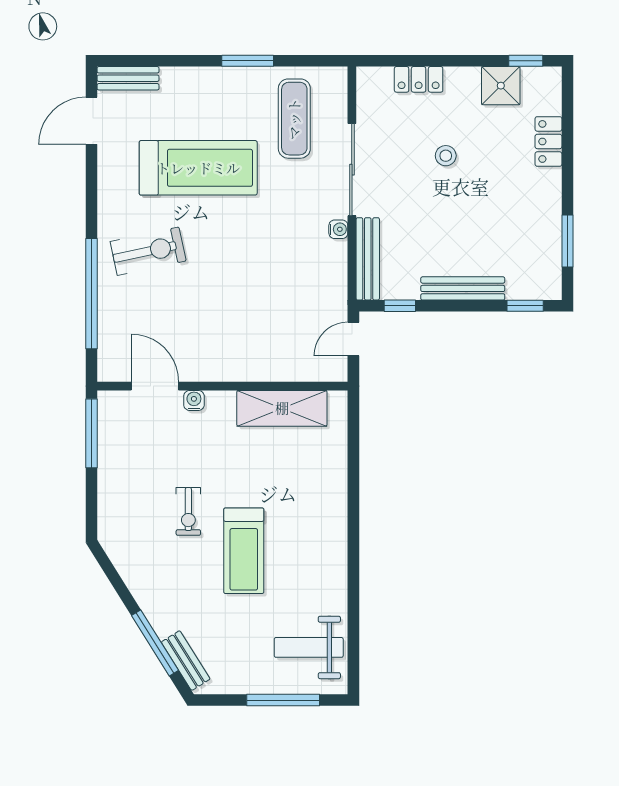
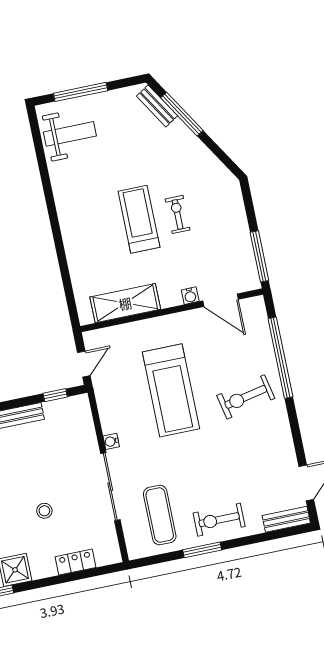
exercise bike: (217, 96) -> (219, 520), added
treadmill: (198, 168) -> (171, 390), moved, turned -90
bench: (368, 259) -> (85, 424), removed
treadmill: (244, 551) -> (139, 219), moved

